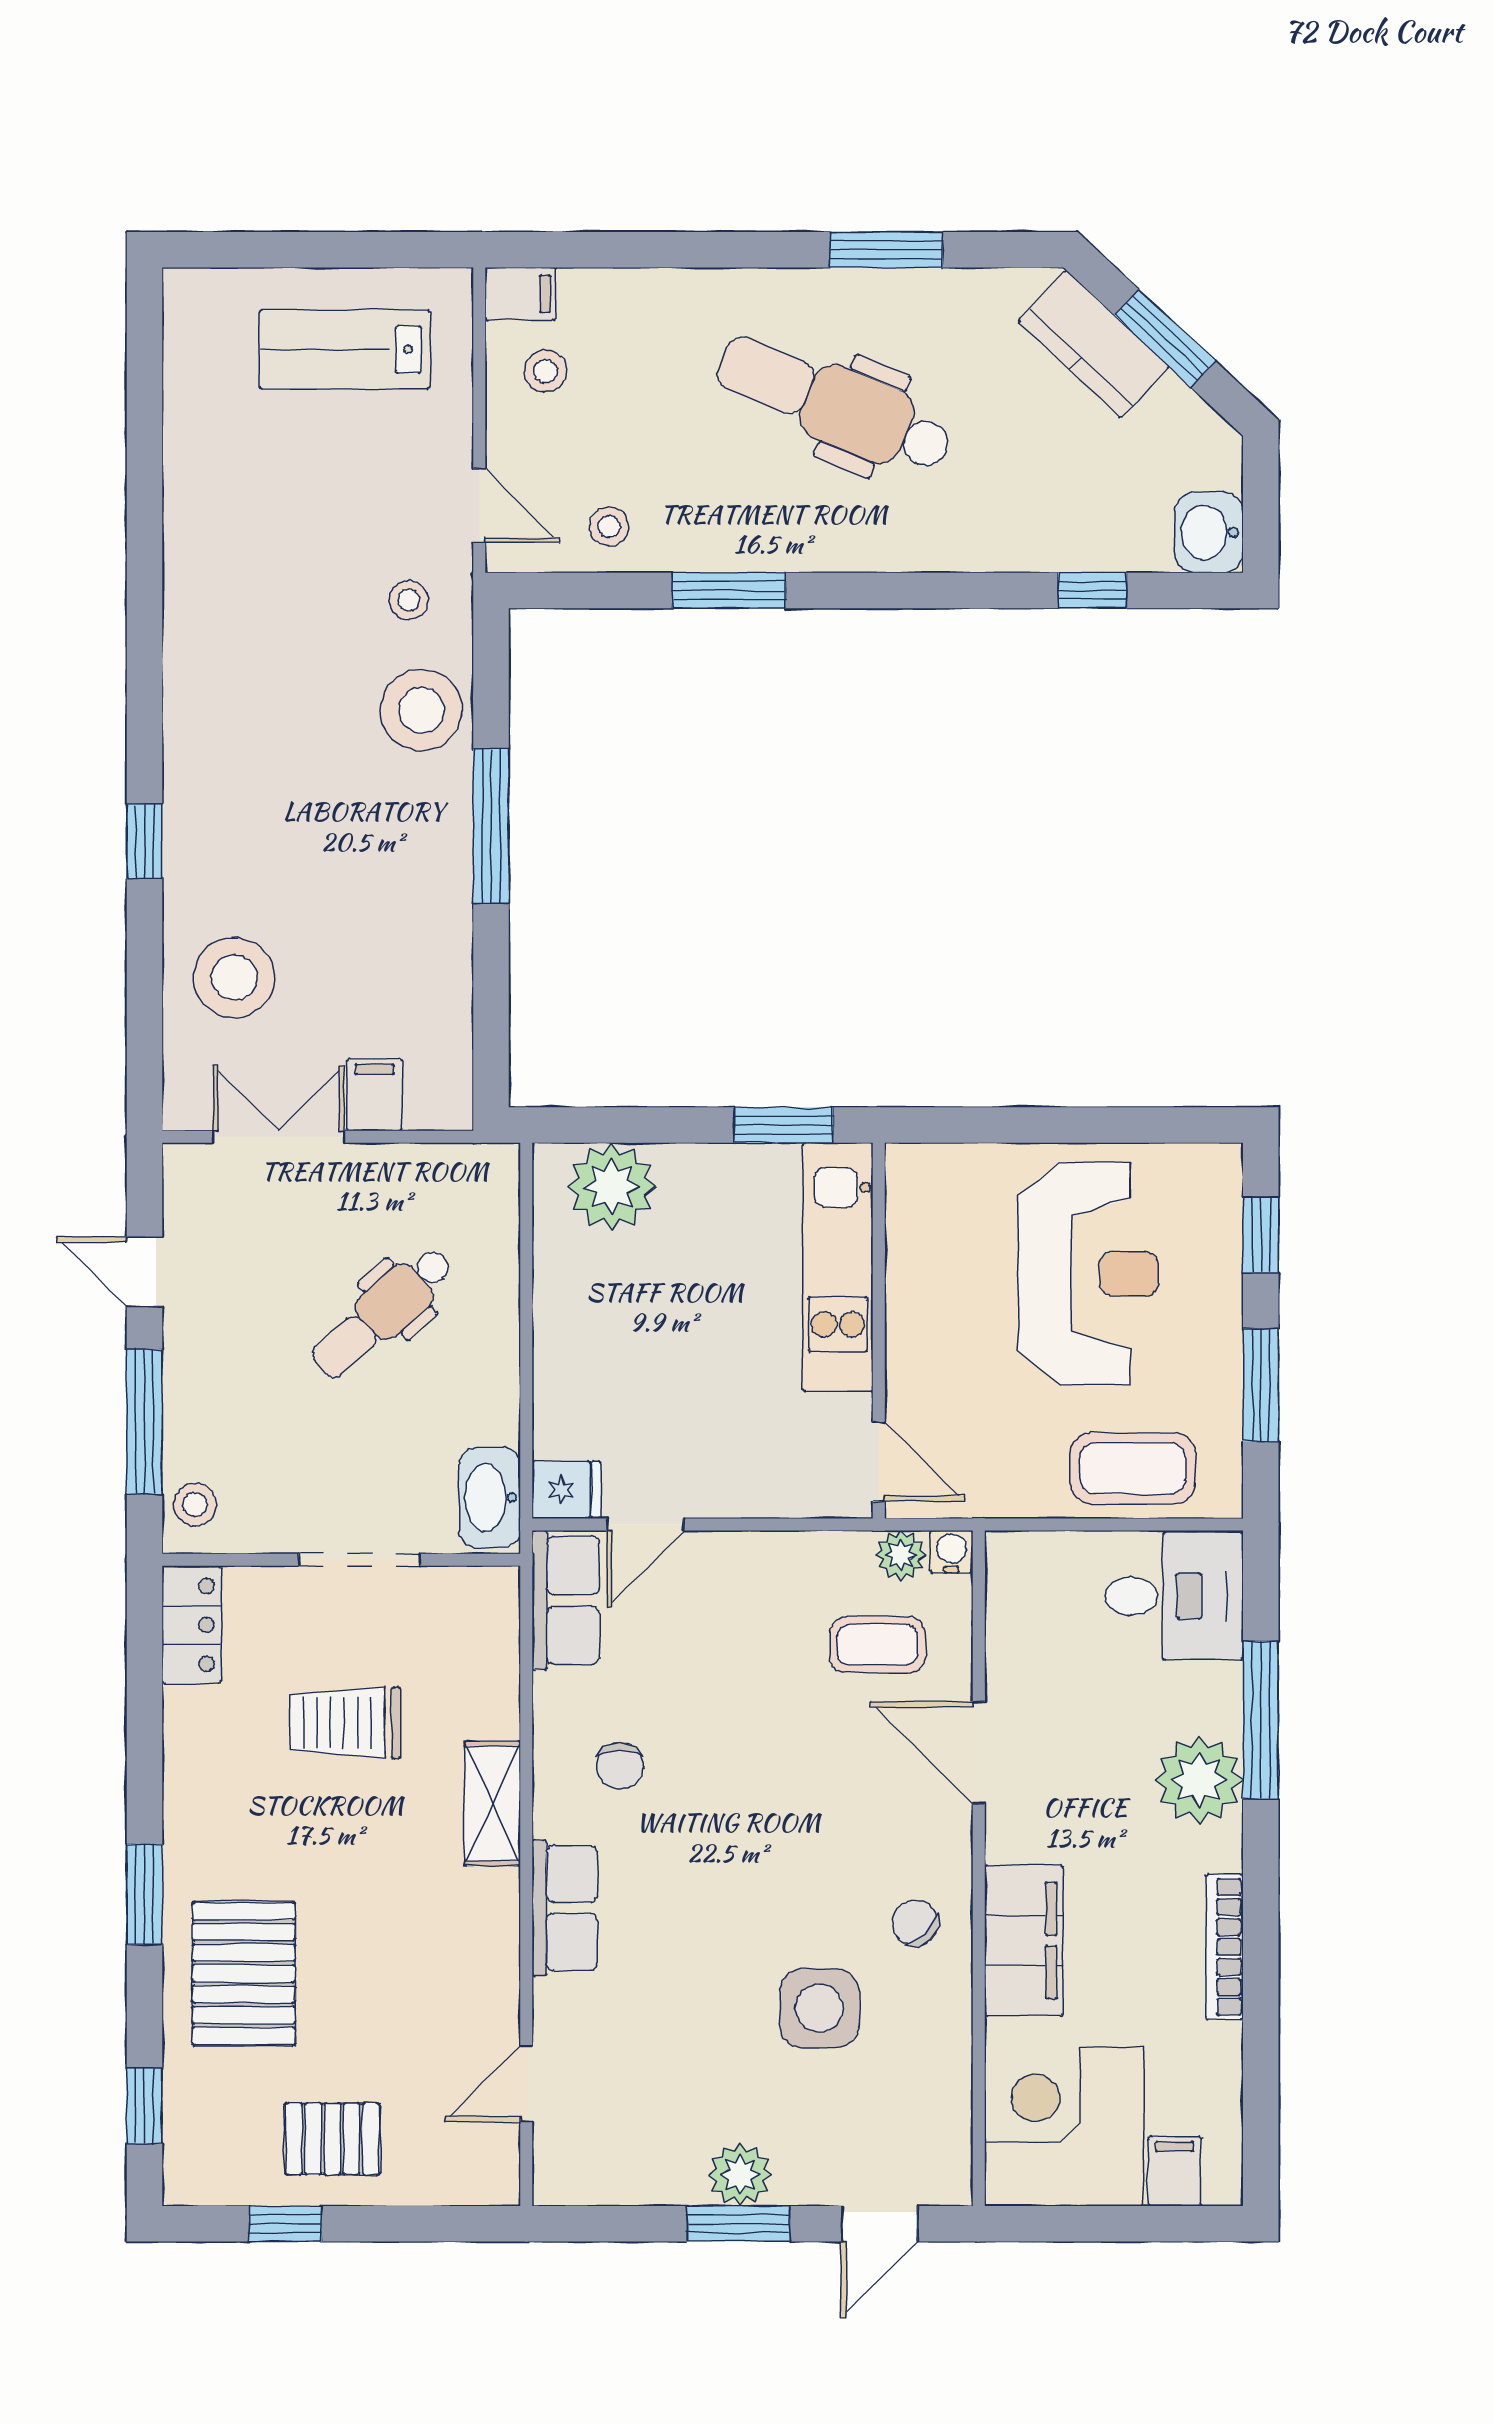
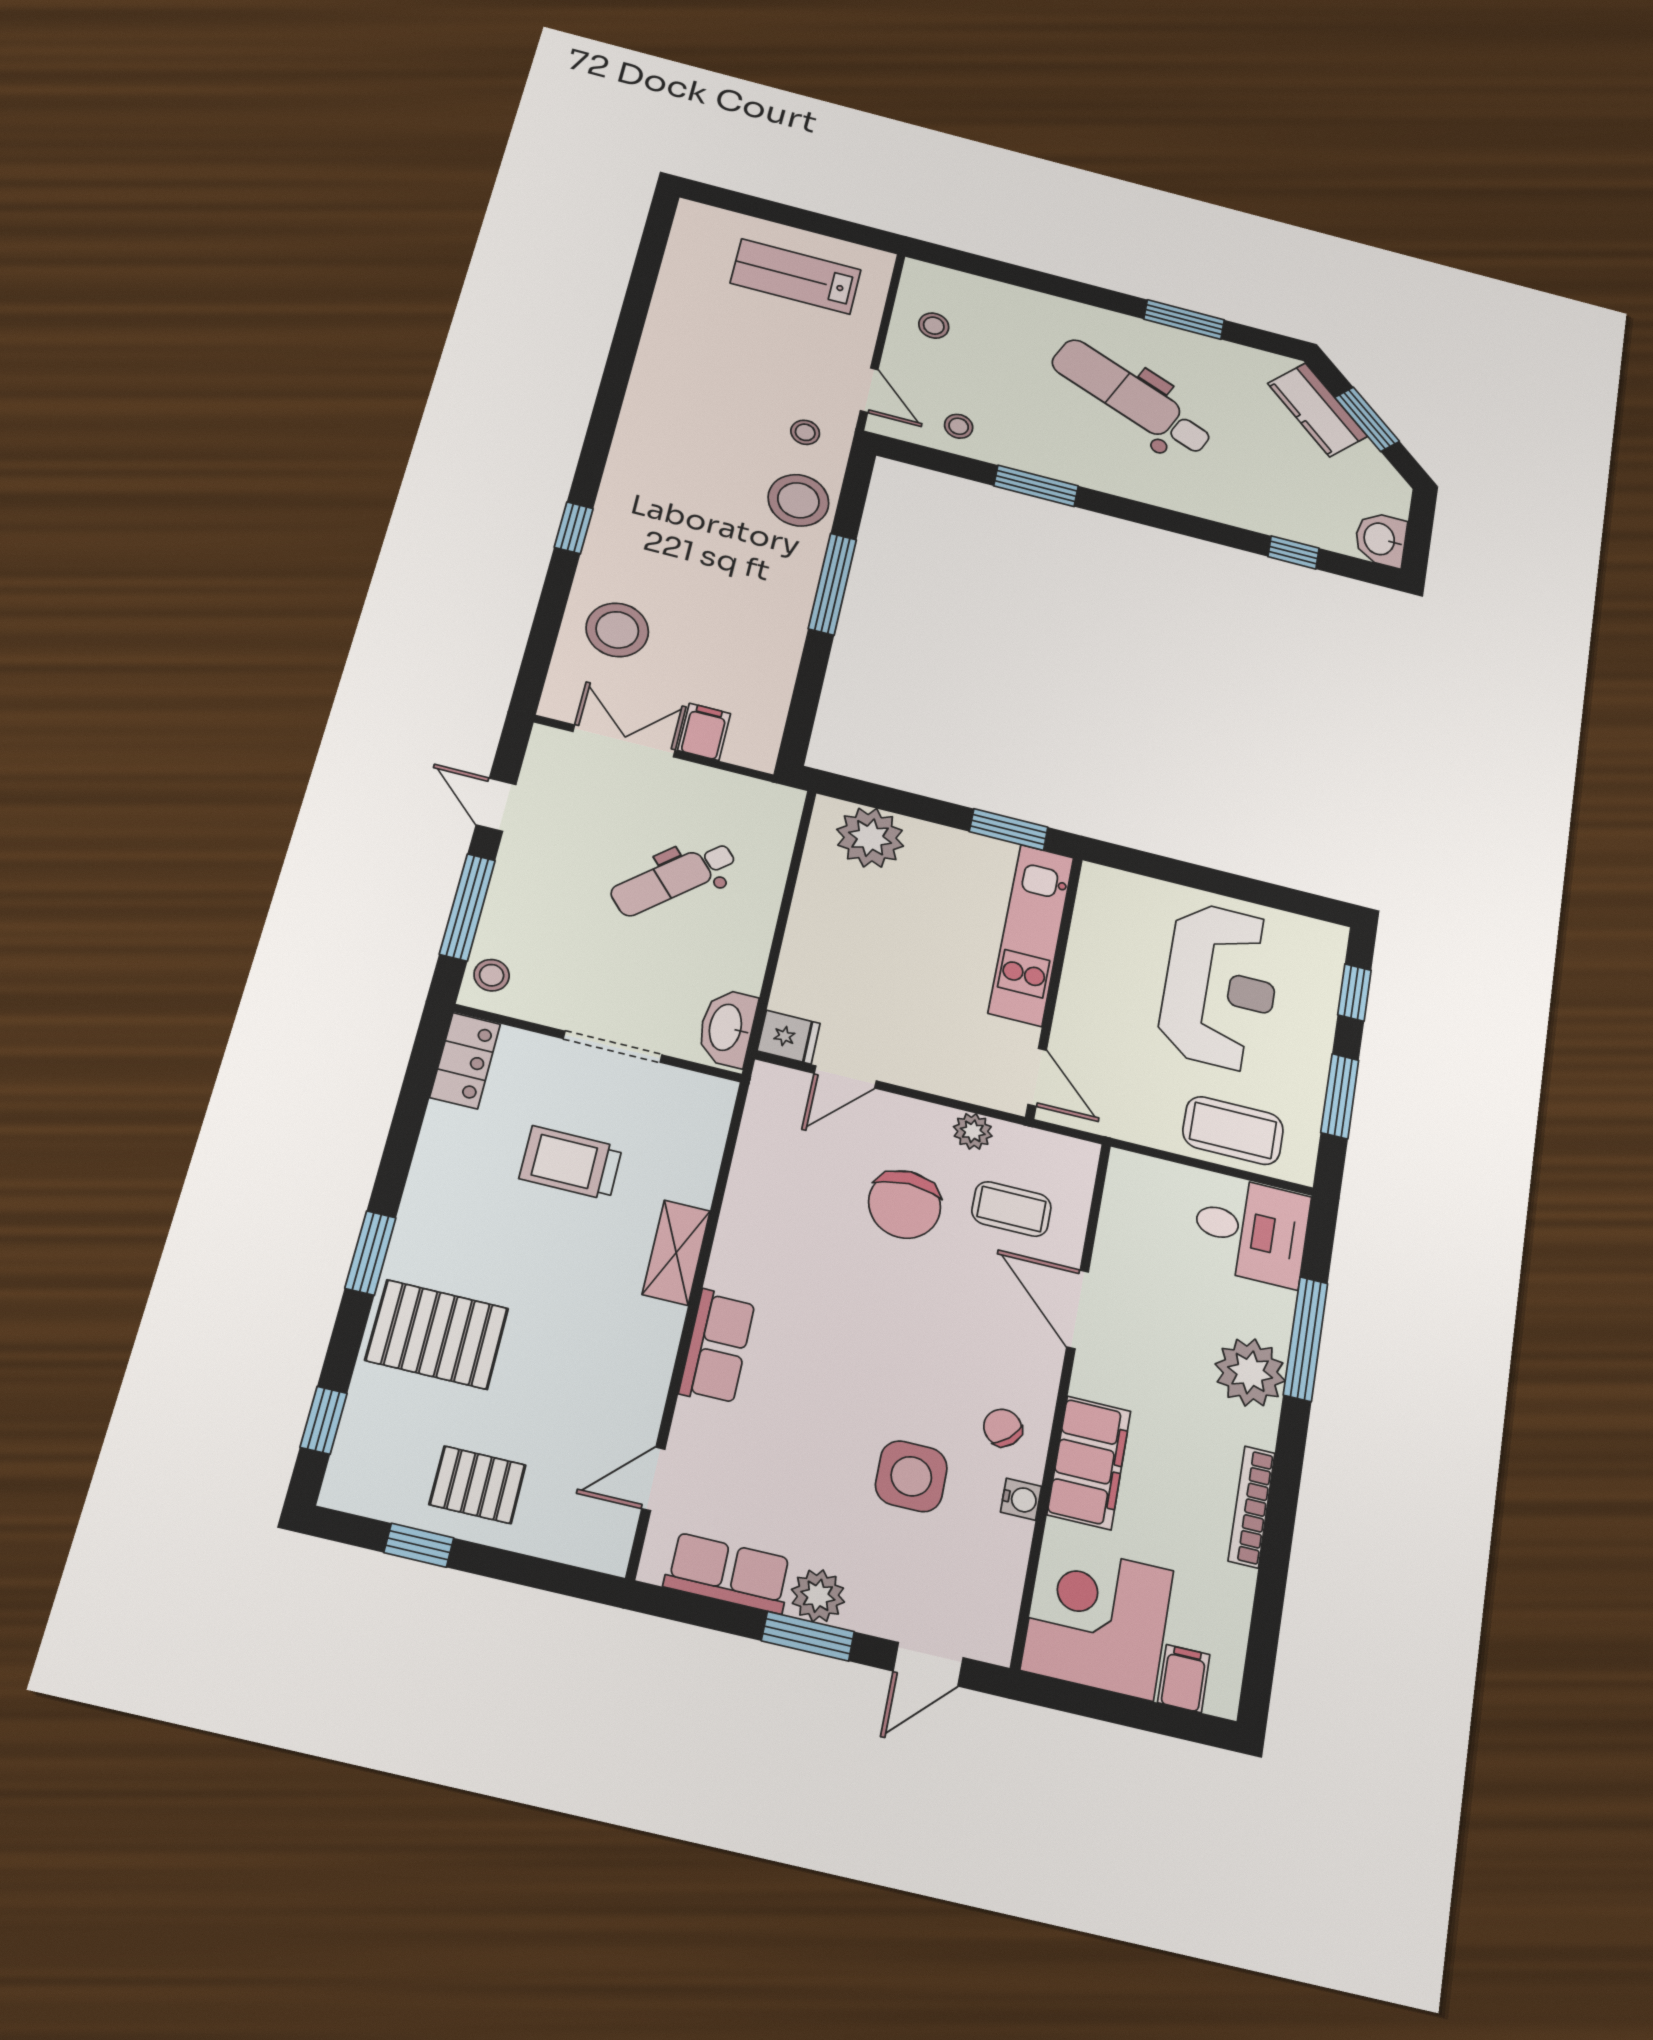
filing cabinet: (520, 294) -> (926, 278), removed
water cooler: (952, 1552) -> (1021, 1499), moved, turned 90
plant: (901, 1555) -> (973, 1131), moved
row of seats: (566, 1600) -> (728, 1573), moved, turned -90
chair: (620, 1766) -> (905, 1204), moved, width x1.87, depth x1.87
pallet: (244, 1973) -> (437, 1334), turned 90

